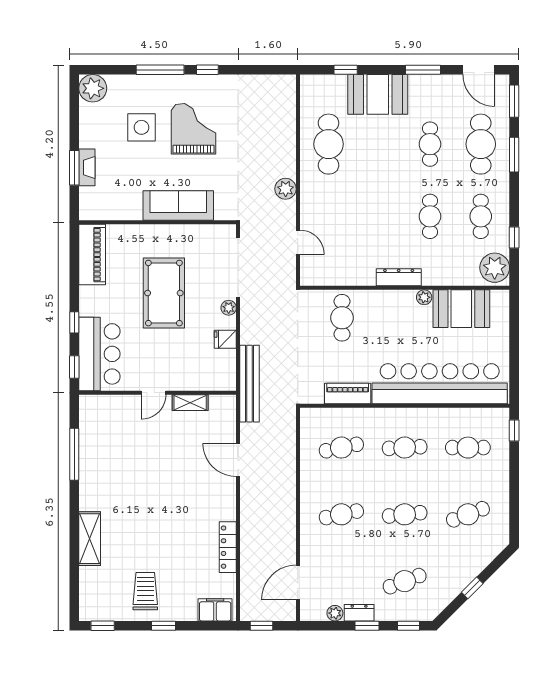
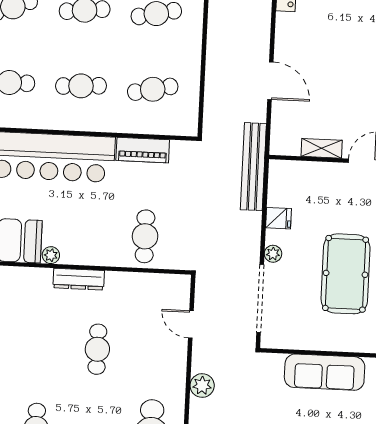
cafe table: (430, 216) -> (97, 349), moved

